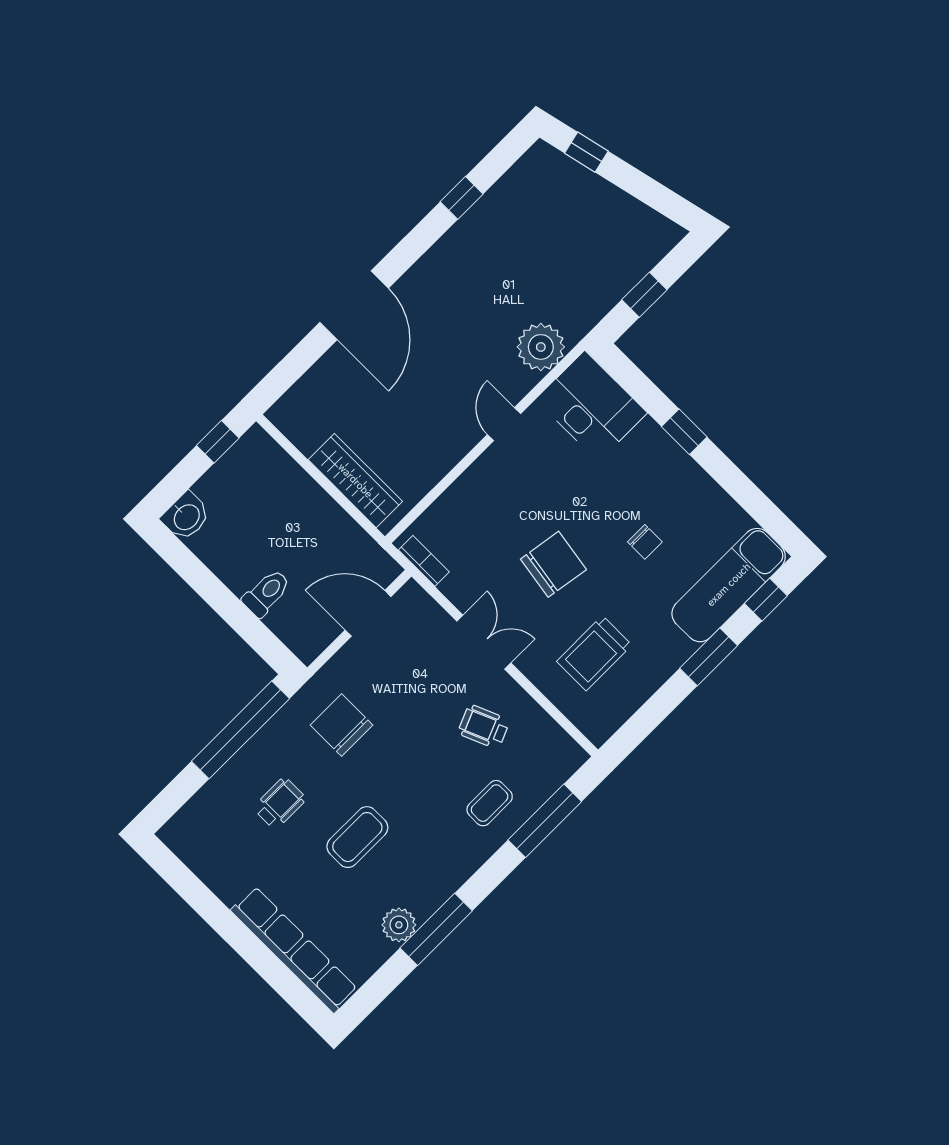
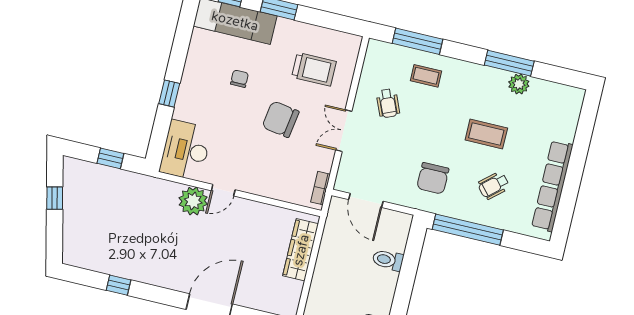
window: (586, 152) -> (55, 198), moved
plant: (541, 347) -> (193, 201), moved
wheelchair: (280, 803) -> (494, 185), turned -41
row of seats: (294, 950) -> (552, 186), moved

